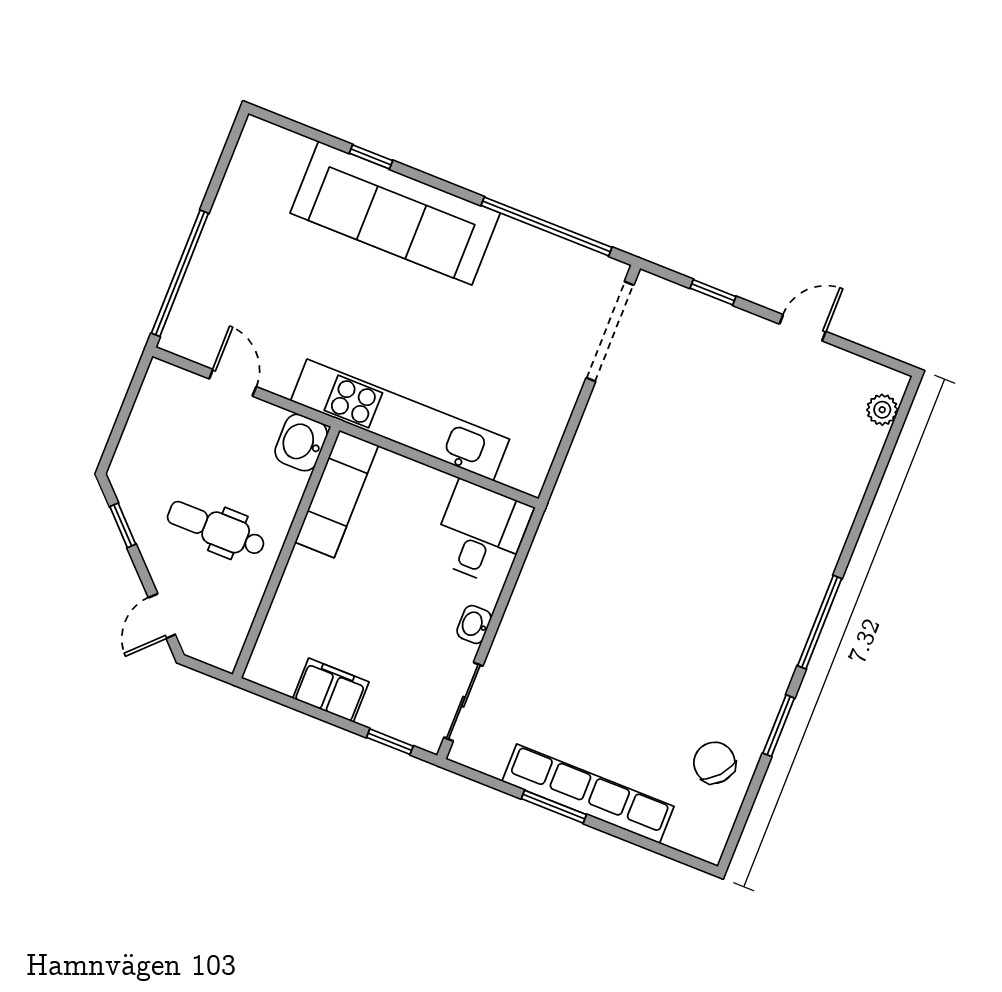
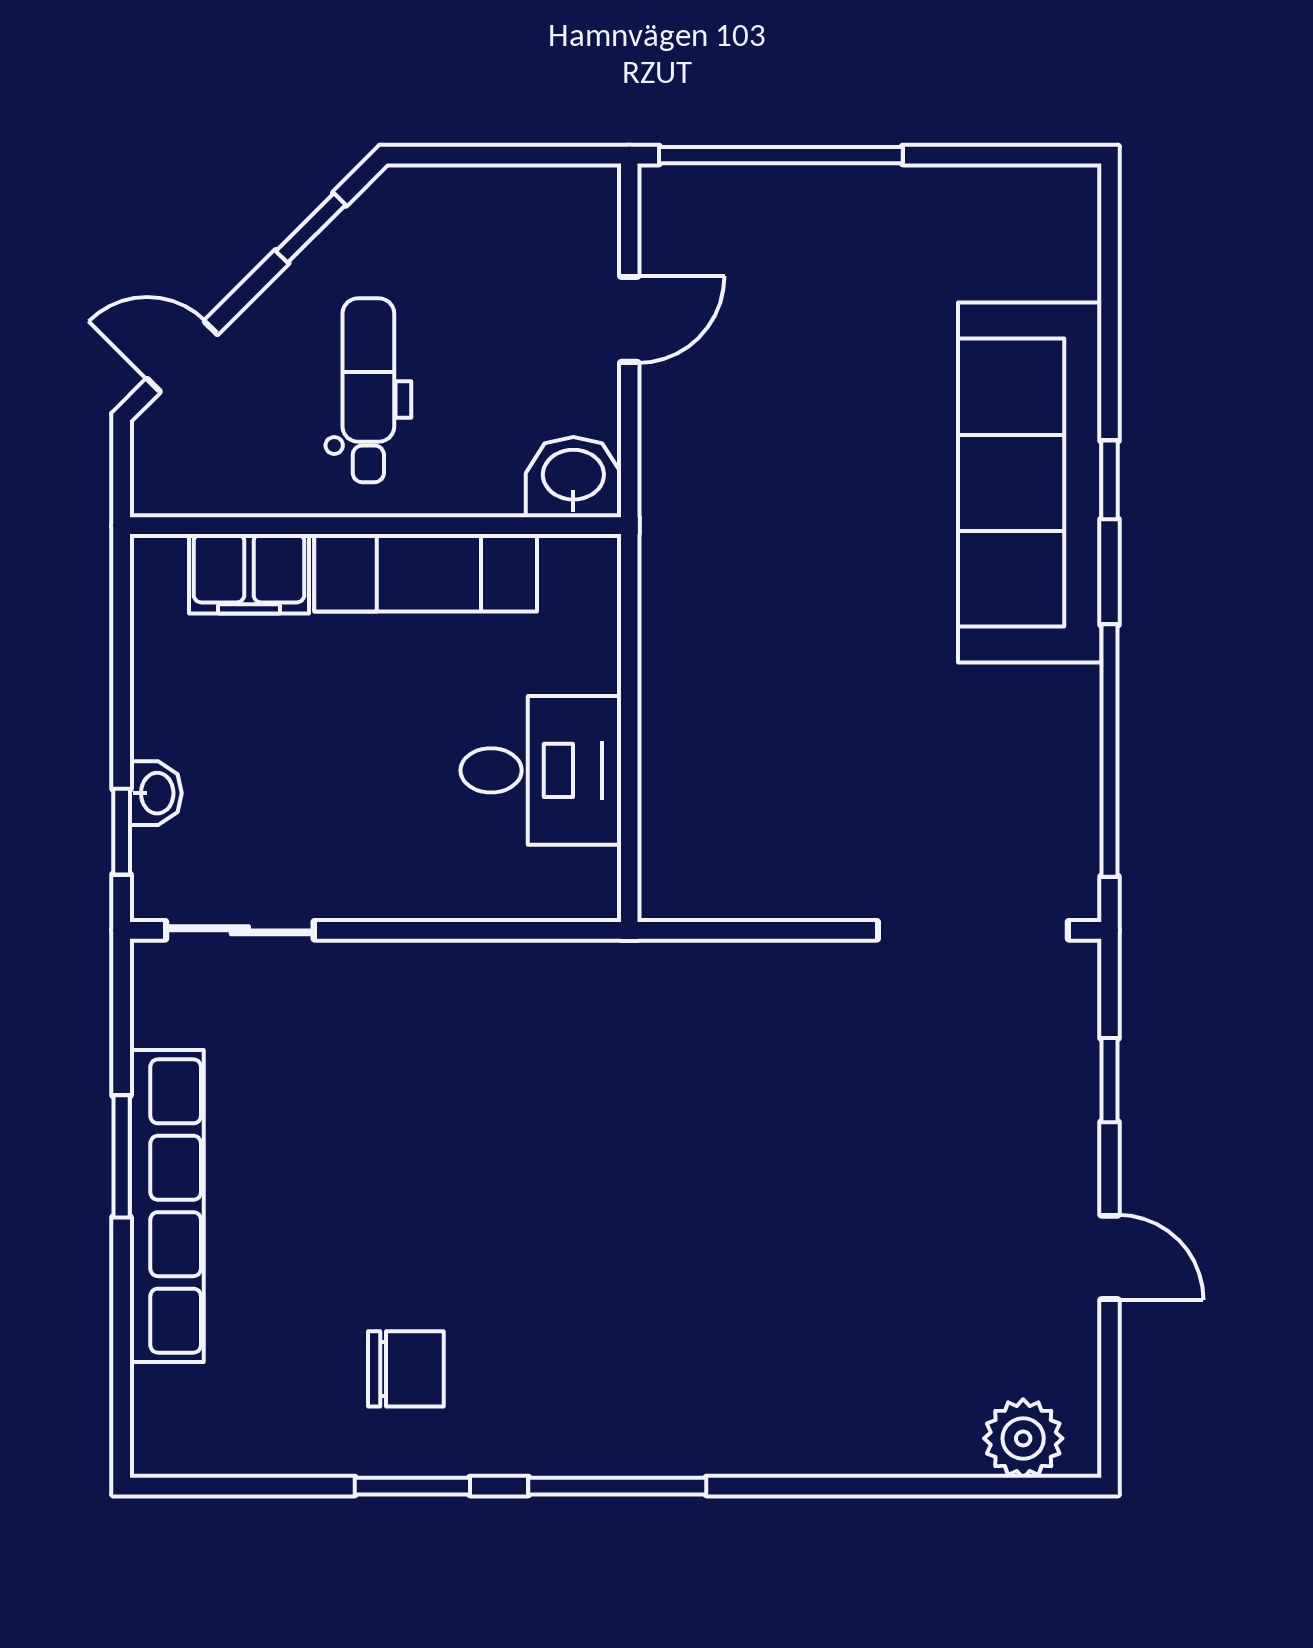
window: (371, 157) -> (1110, 480), moved
plant: (882, 410) -> (1023, 1438), width x1.38, depth x1.38
kitchen unit: (400, 420) -> (679, 631), removed
exam couch: (337, 494) -> (426, 573), moved
desk: (481, 533) -> (541, 770), moved
washbasin: (474, 624) -> (156, 793), moved, turned 90
filing cabinet: (331, 690) -> (249, 574), moved, turned 90
chair: (714, 763) -> (406, 1369), moved, turned 49

